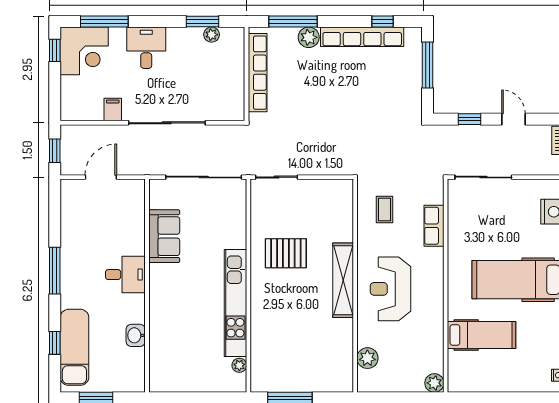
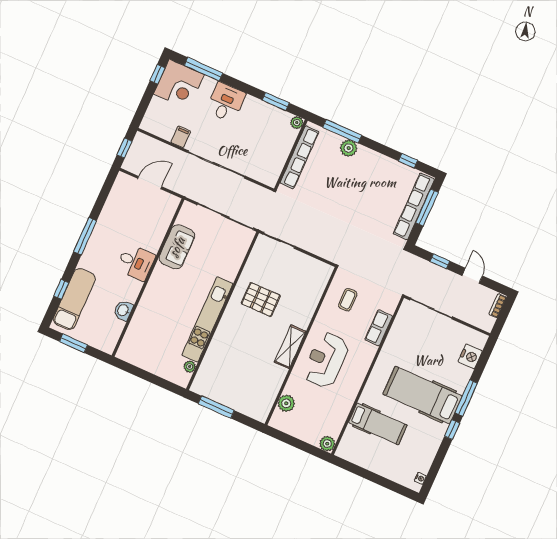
plant: (212, 35) -> (297, 123), moved
row of seats: (362, 37) -> (414, 206), moved, turned 90
shelving: (343, 280) -> (290, 347), width x0.68

